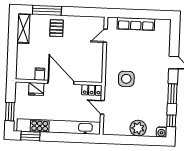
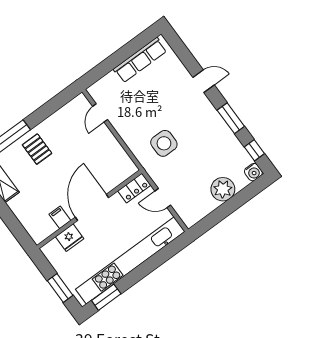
row of seats: (136, 24) -> (140, 60), moved
door: (61, 82) -> (92, 207), hinge flipped

